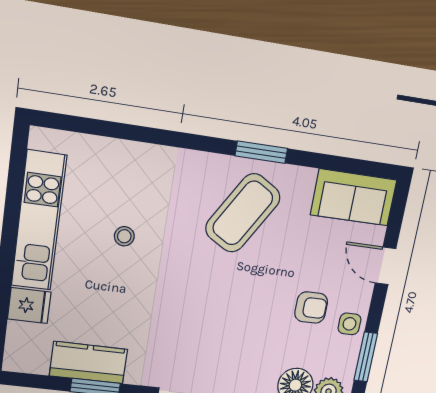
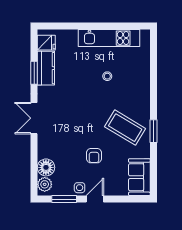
door: (385, 266) -> (95, 199), moved
fridge: (29, 306) -> (46, 43), moved, turned -90
armchair: (311, 308) -> (94, 156), moved

